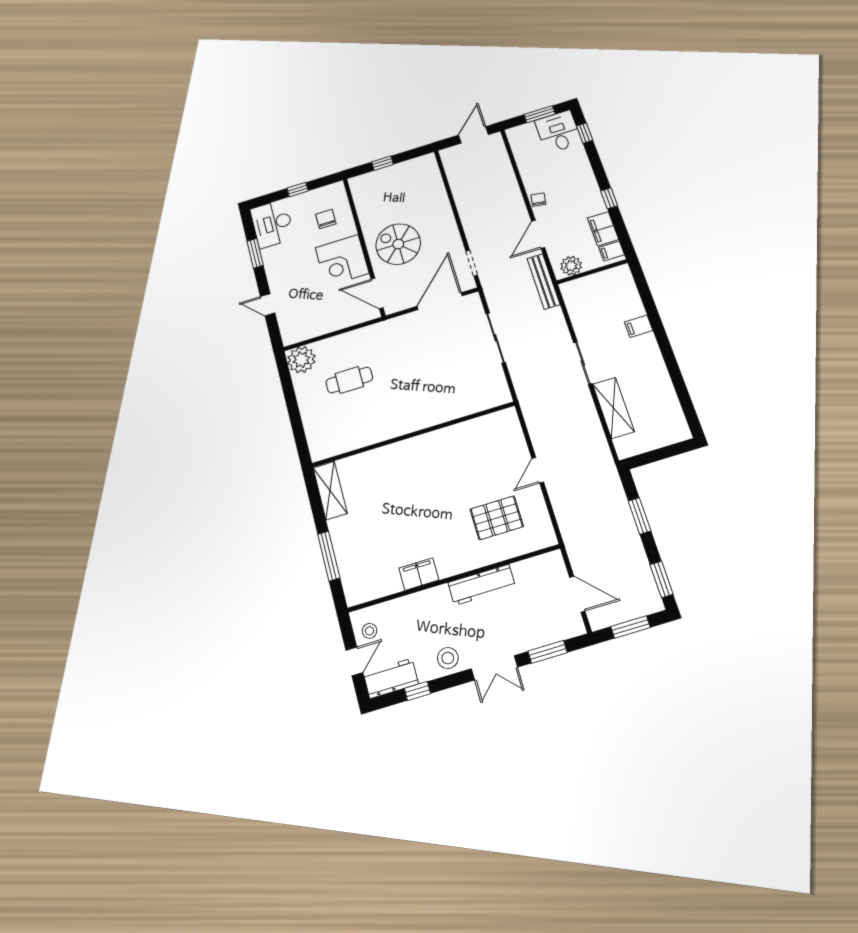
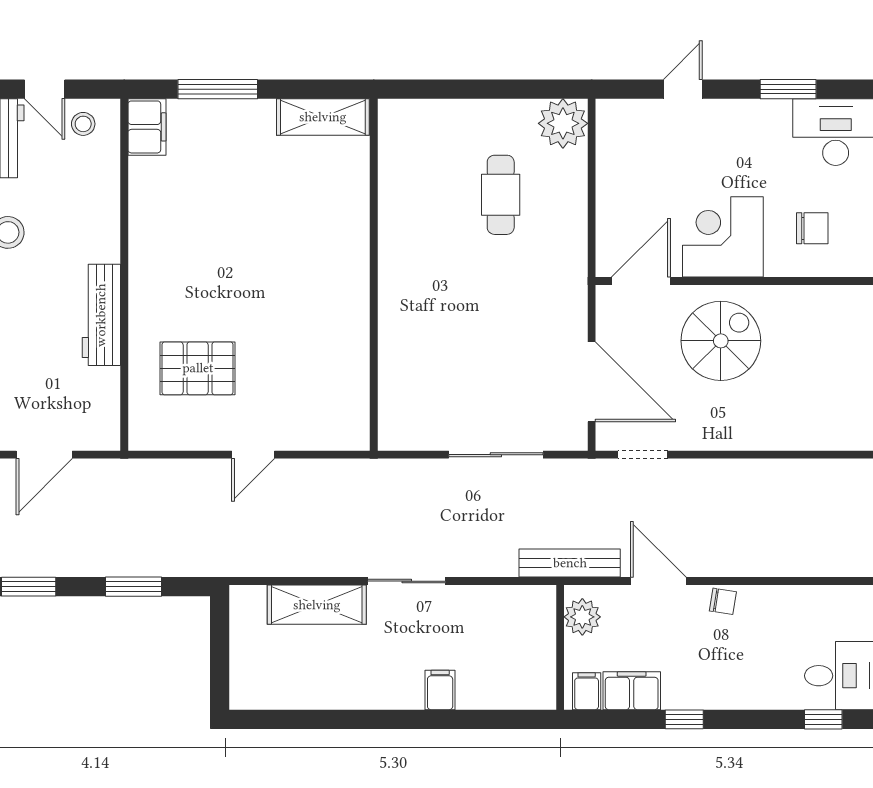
door: (538, 470) -> (253, 455), swing flipped
pallet: (497, 518) -> (198, 368), turned 90
filing cabinet: (419, 574) -> (147, 127), moved

